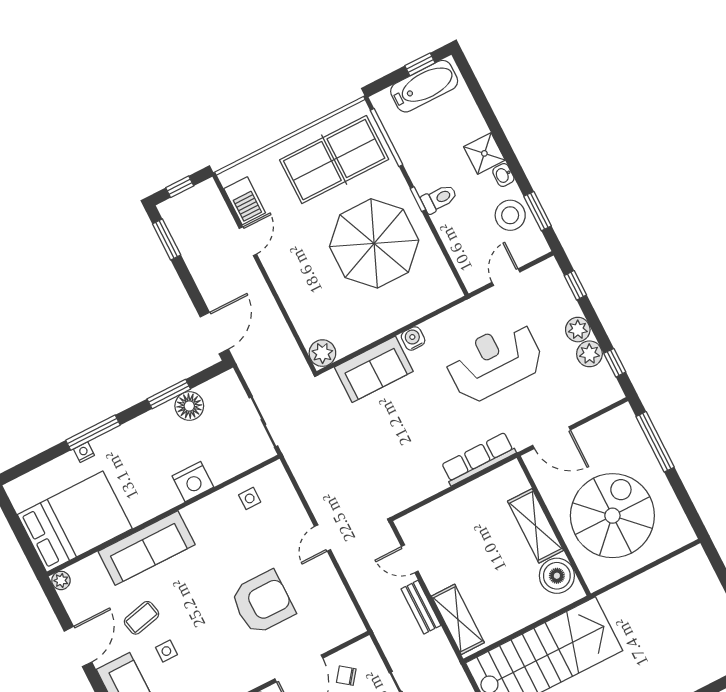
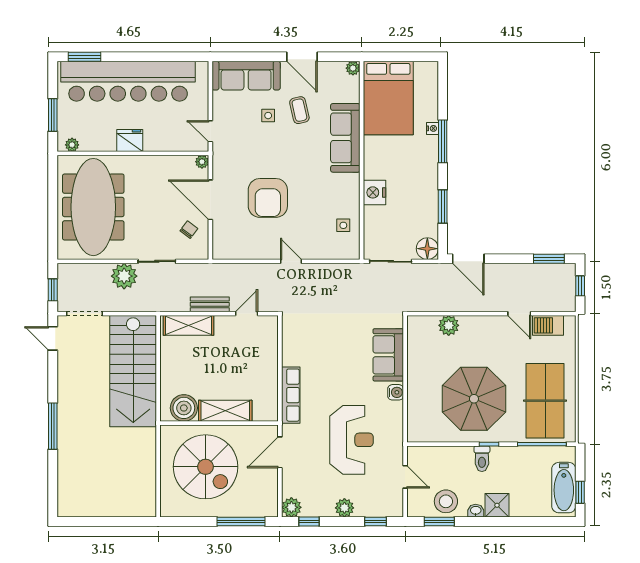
plant: (322, 353) -> (449, 325), moved
plant: (589, 354) -> (291, 507), moved
floor lamp: (189, 406) -> (427, 249), moved

